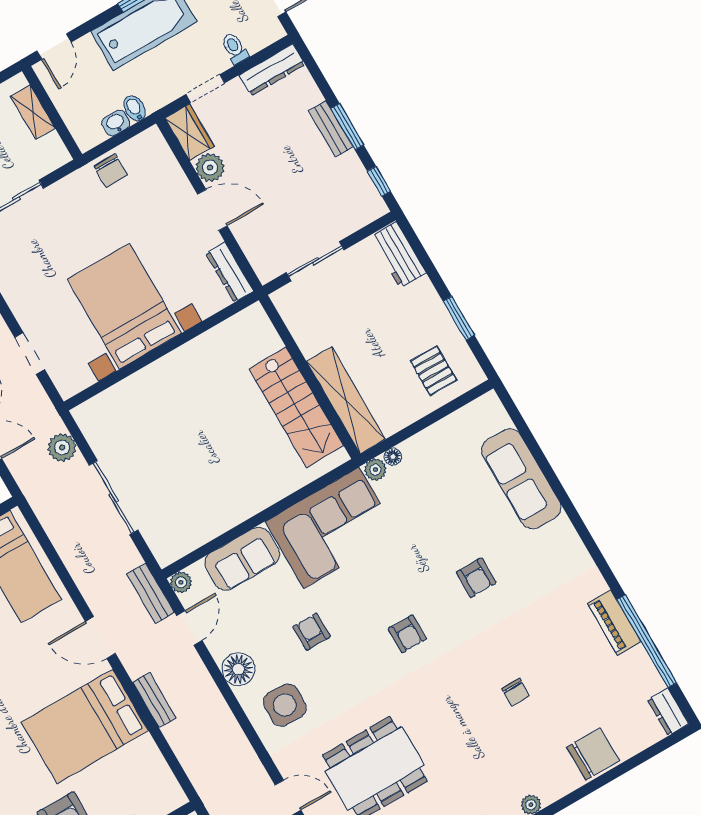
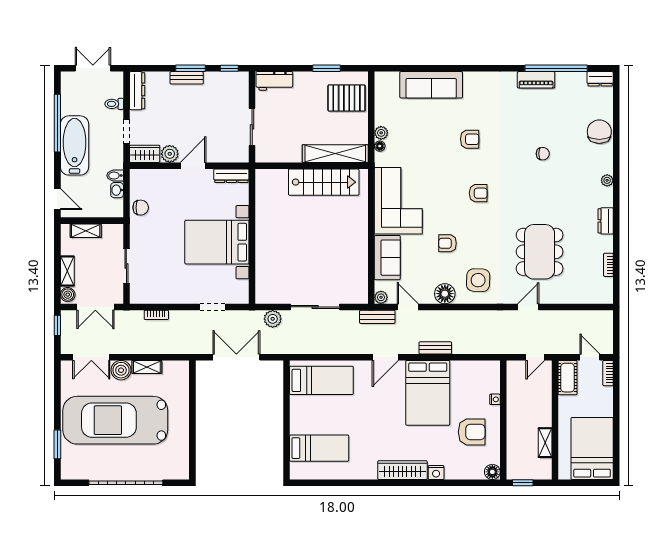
pallet: (433, 371) -> (347, 98), width x1.50, depth x1.42
plant: (375, 470) -> (381, 133), moved

